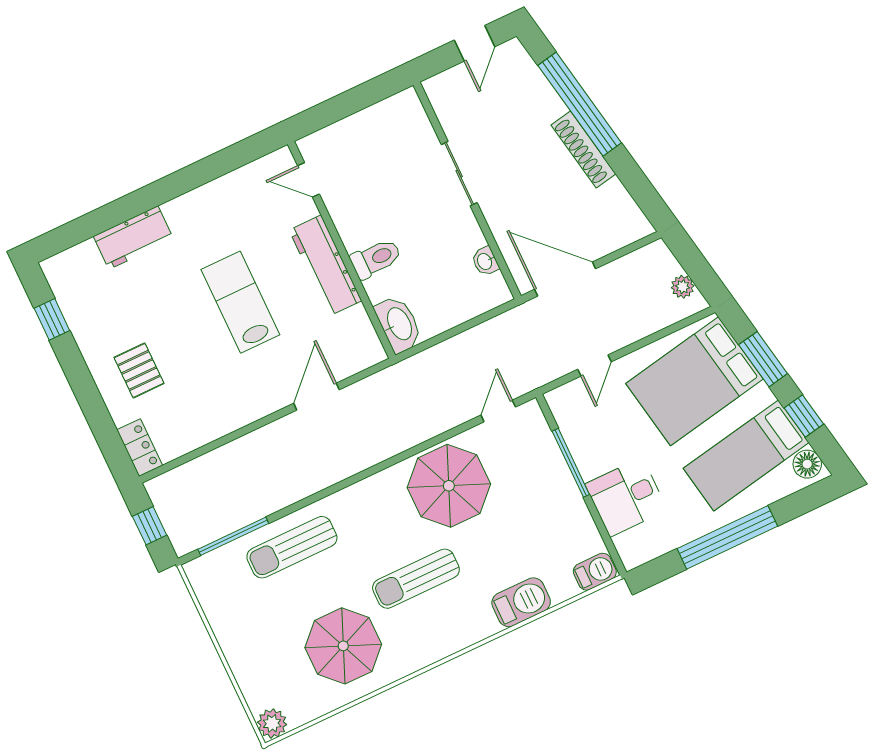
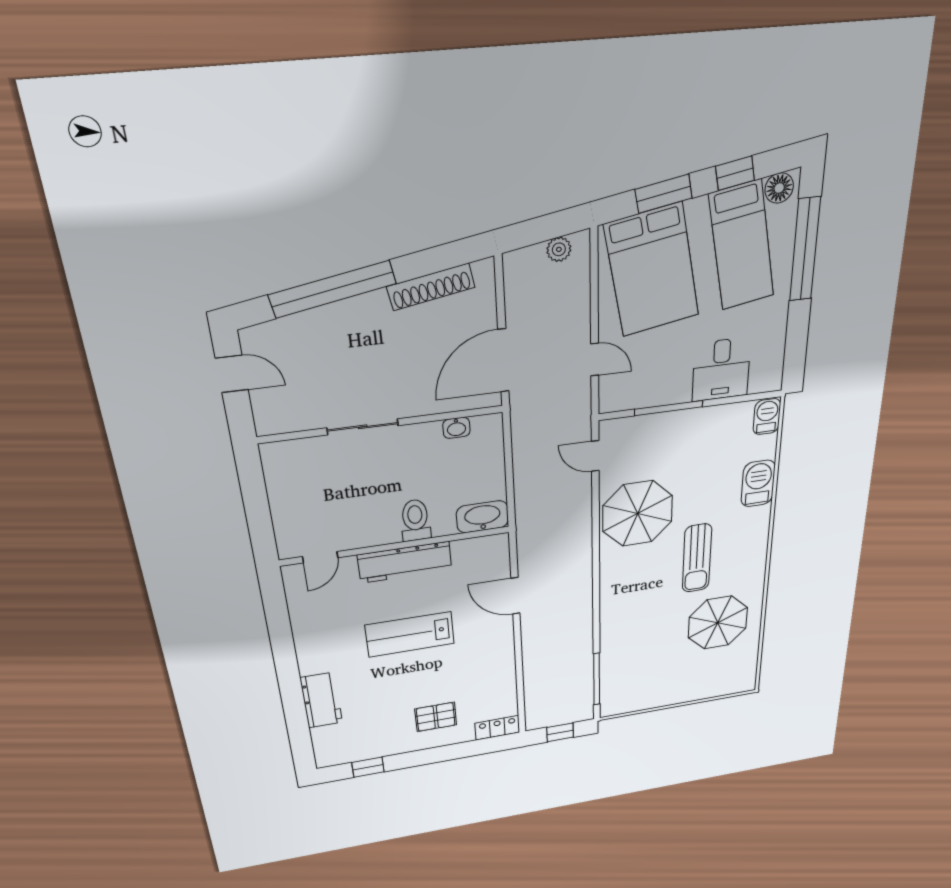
shoe rack: (583, 150) -> (431, 287), moved
window: (727, 537) -> (805, 249), moved
sun lounger: (292, 547) -> (626, 641), removed
plant: (272, 723) -> (745, 682), removed

